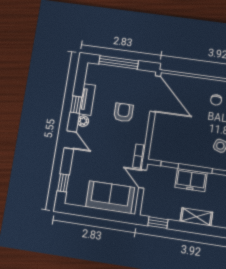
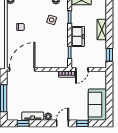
window: (76, 105) -> (23, 123), moved
armchair: (123, 112) -> (38, 89), removed
window: (63, 183) -> (82, 123), moved
sofa: (110, 197) -> (97, 105), moved

